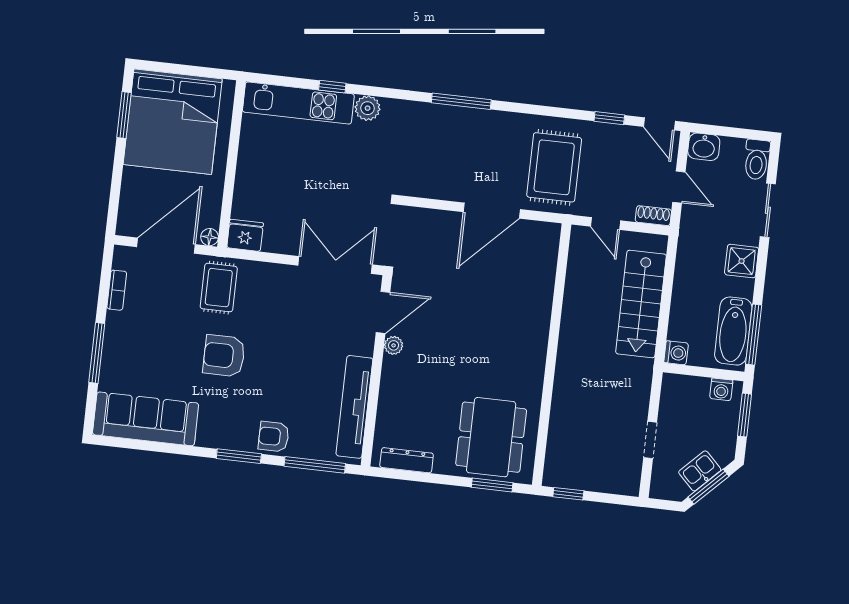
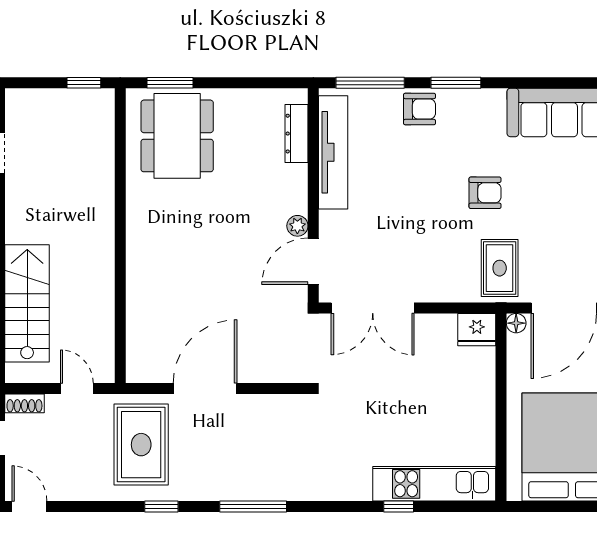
plant: (368, 108) -> (357, 487), removed
window: (609, 118) -> (161, 506), moved
armchair: (224, 356) -> (485, 193), width x0.72, depth x0.72
dresser: (407, 460) -> (297, 134), moved, turned 90

